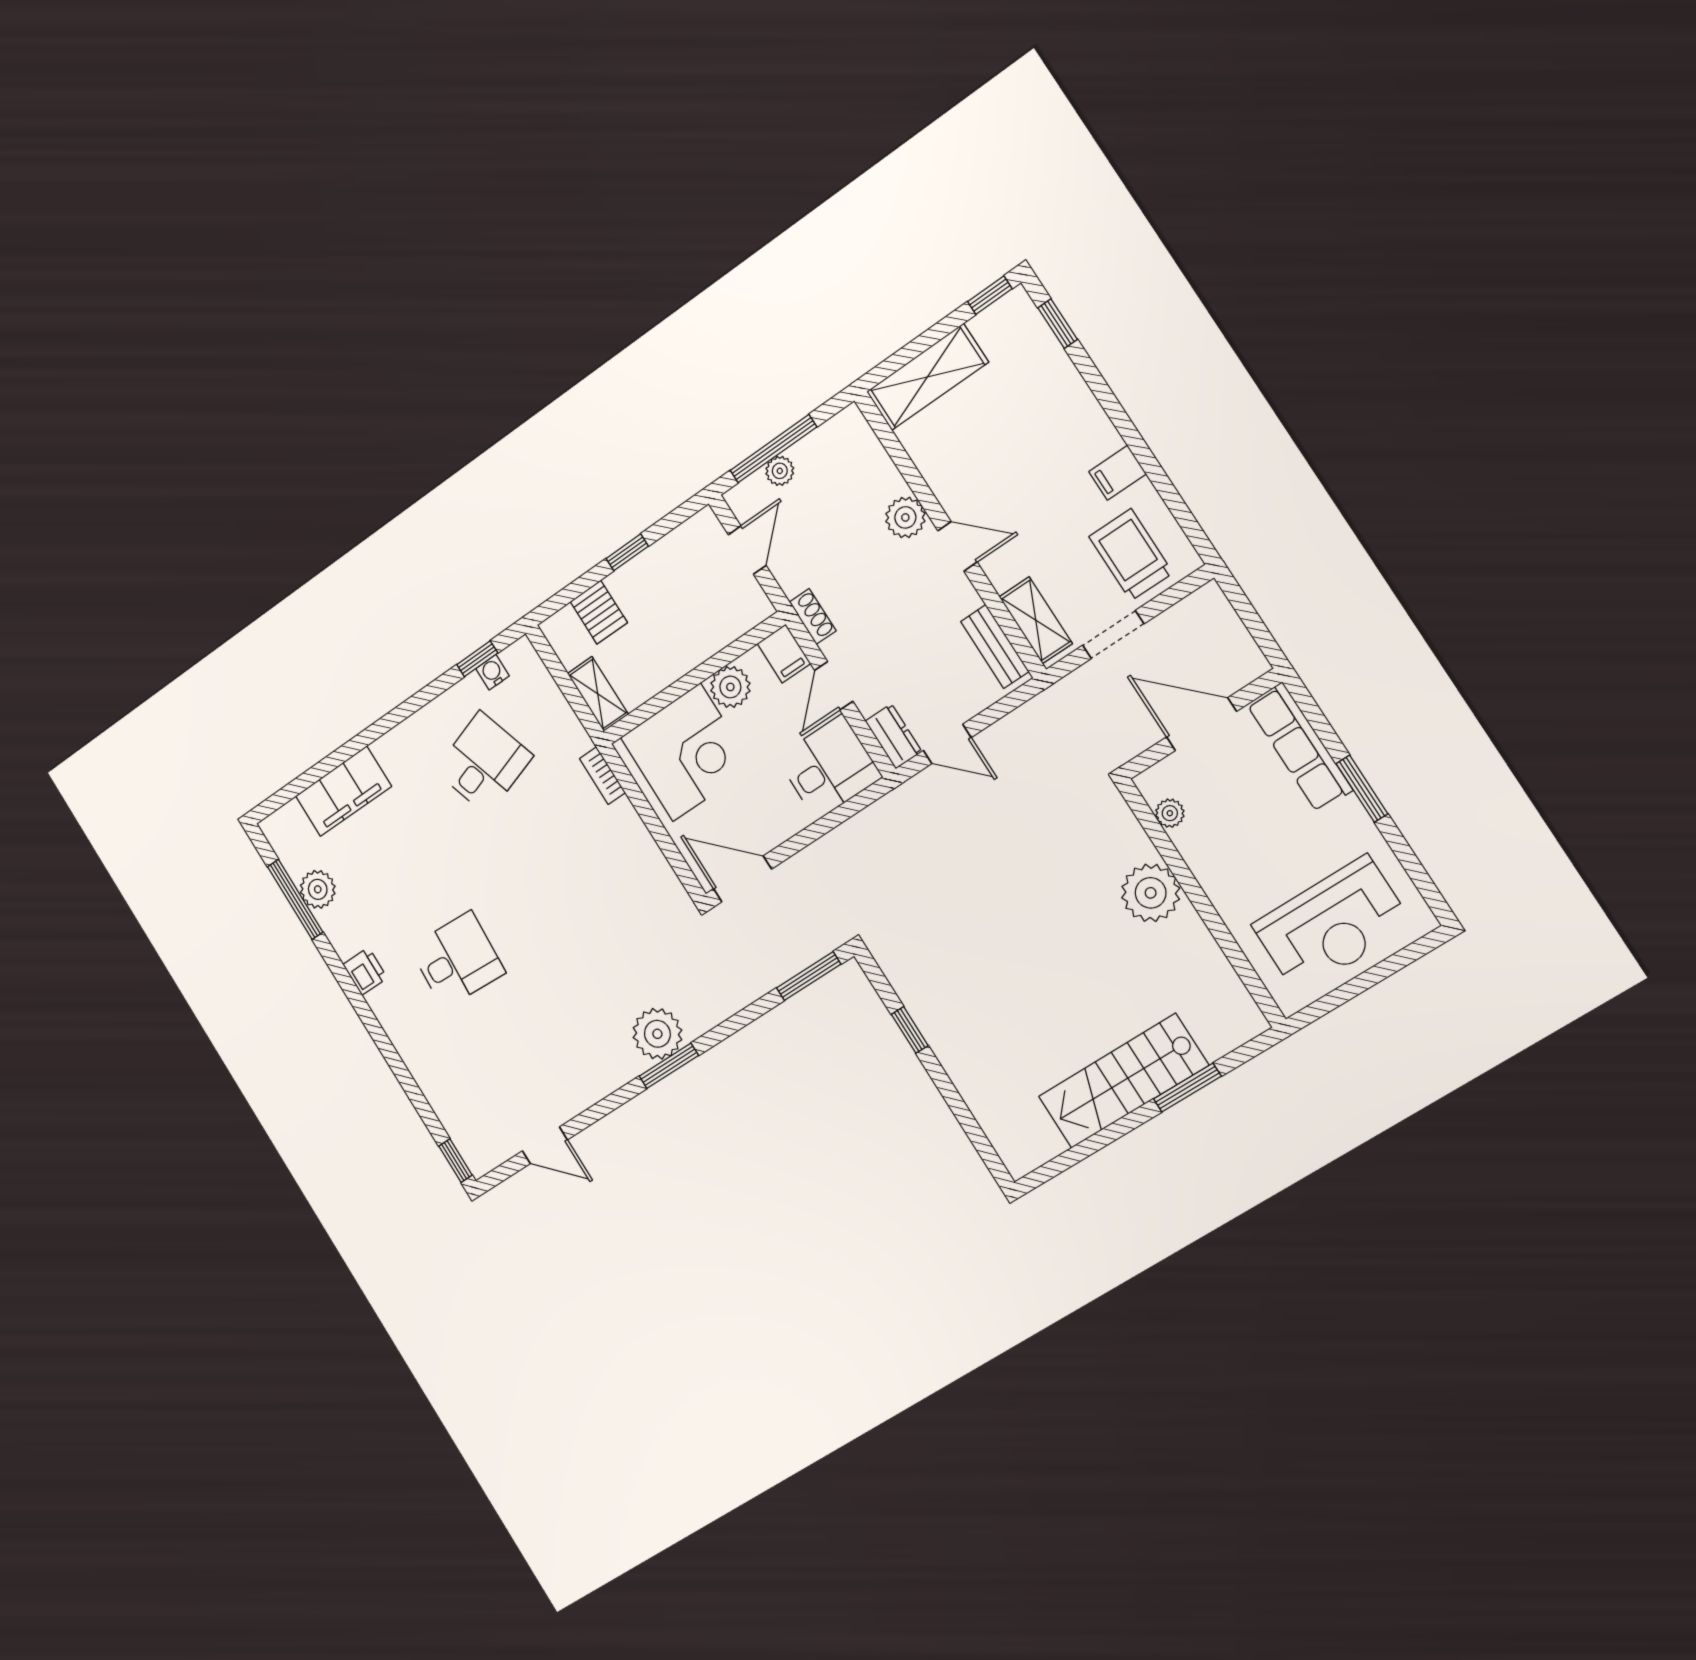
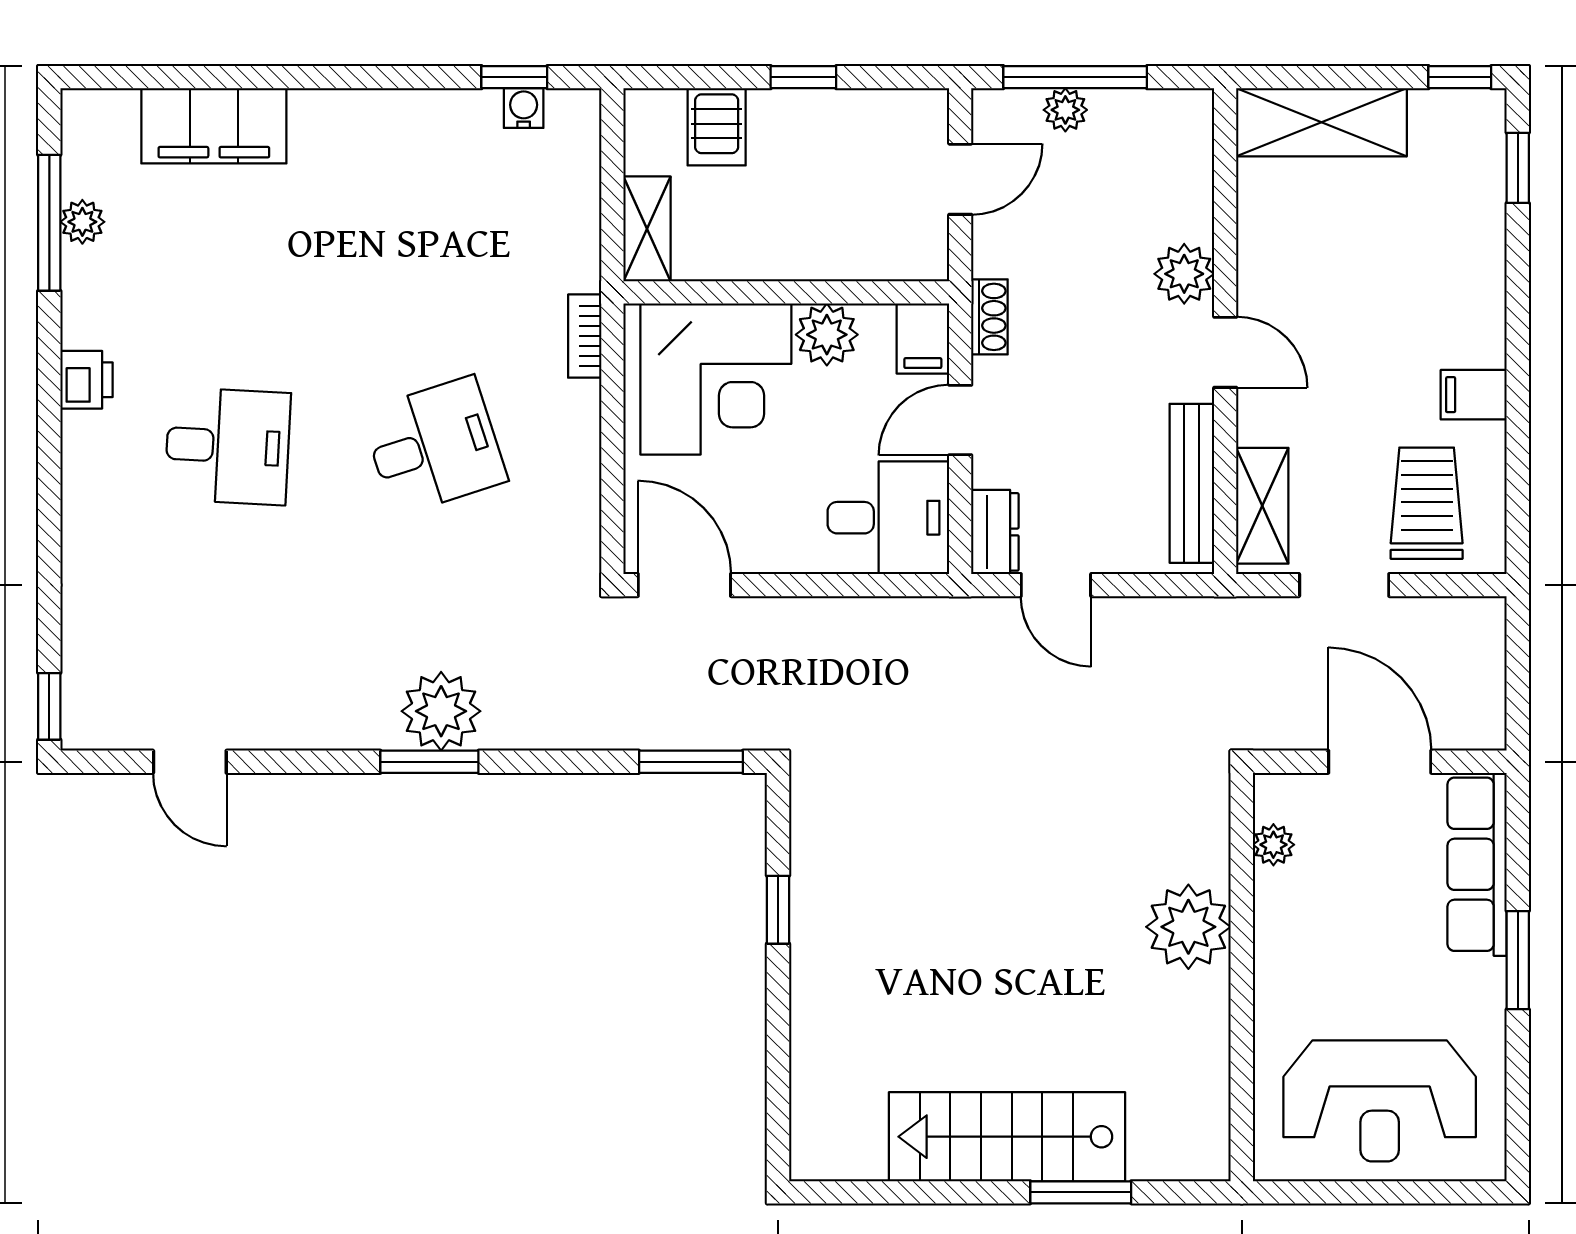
bench: (995, 647) -> (1192, 483), width x1.36
desk: (484, 763) -> (434, 446), moved
plant: (318, 889) -> (82, 222), width x0.73, depth x0.73

